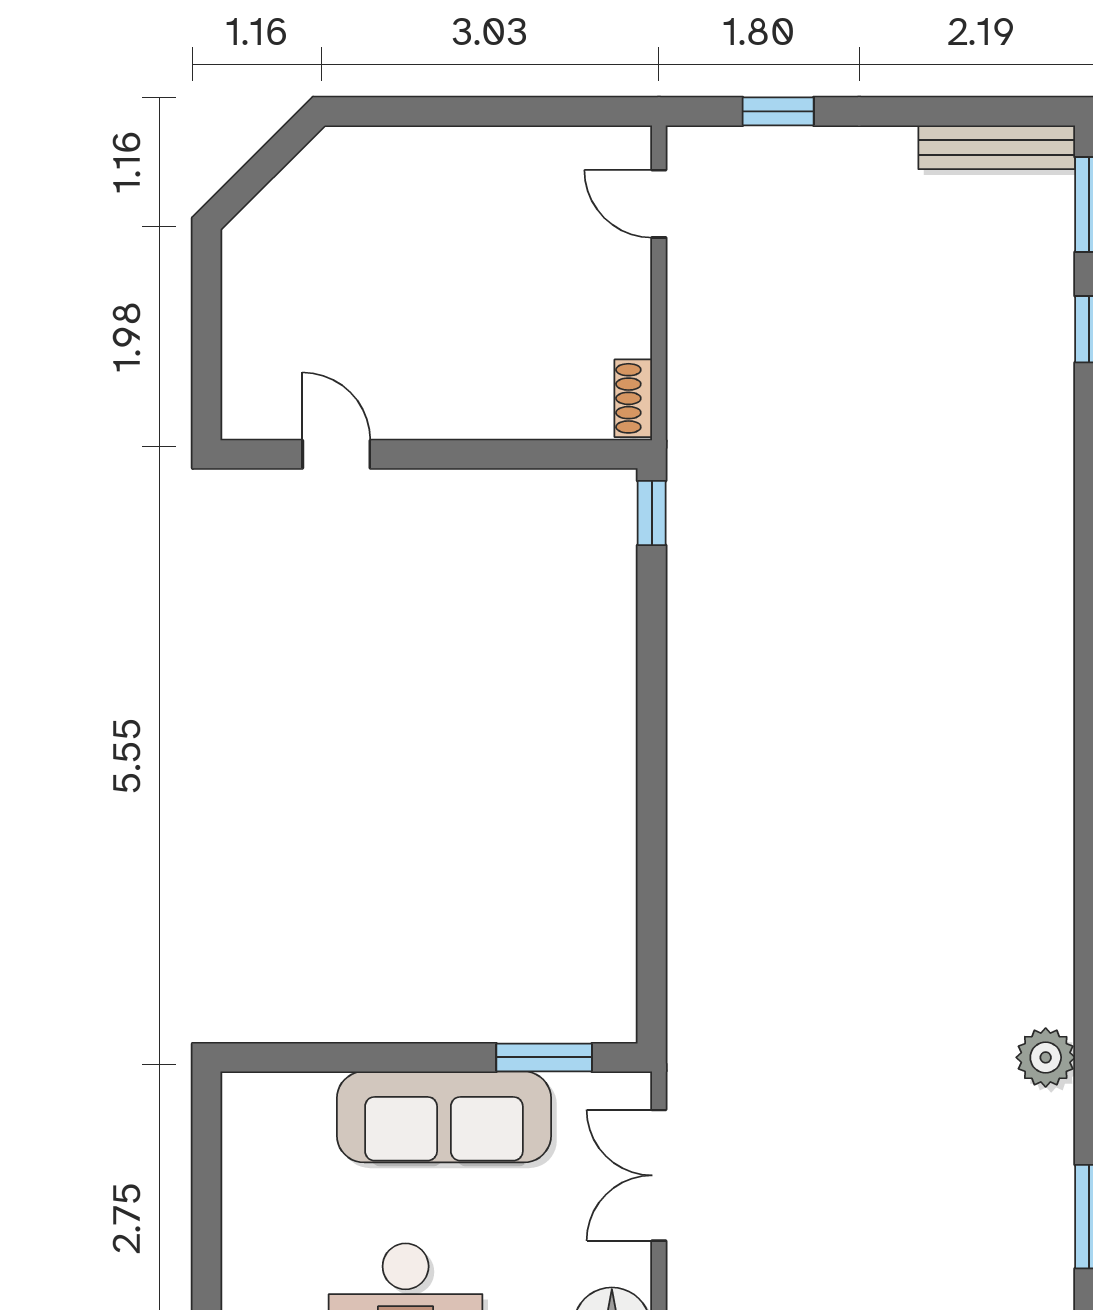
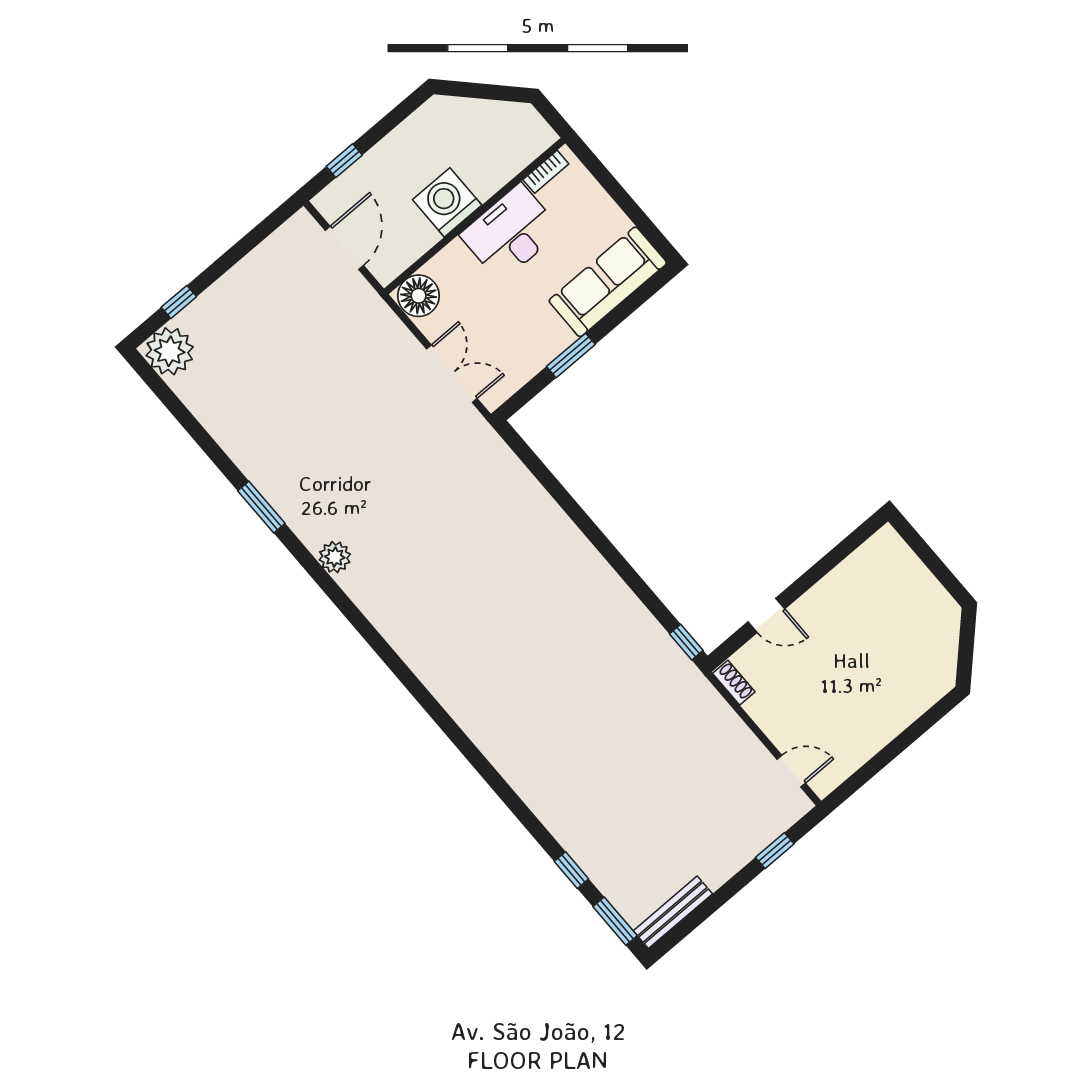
door: (336, 454) -> (766, 615), moved
window: (544, 1057) -> (571, 355), moved
sofa: (444, 1117) -> (608, 282), moved

